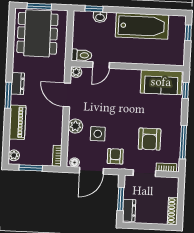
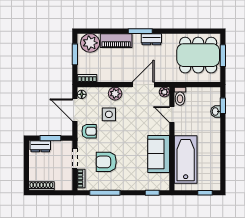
bathtub: (142, 26) -> (186, 160), moved, turned 180
sofa: (161, 82) -> (159, 154), moved
plant: (14, 155) -> (90, 43), width x1.87, depth x1.87

